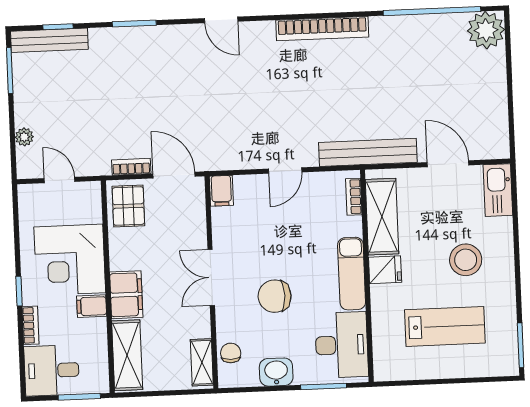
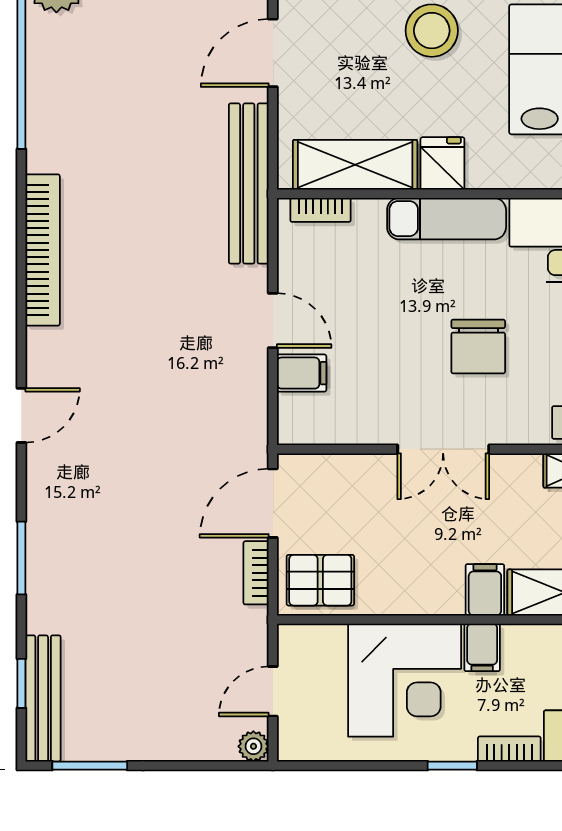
plant: (24, 137) -> (253, 746), moved
filing cabinet: (221, 191) -> (302, 373), moved
filing cabinet: (126, 295) -> (485, 590), width x0.50

